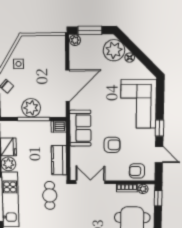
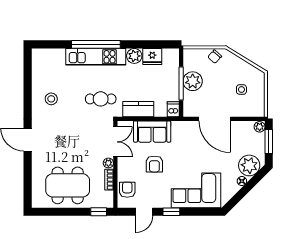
side table: (19, 64) -> (241, 90), moved
sofa: (80, 128) -> (152, 132), moved
plant: (143, 189) -> (108, 163), moved

